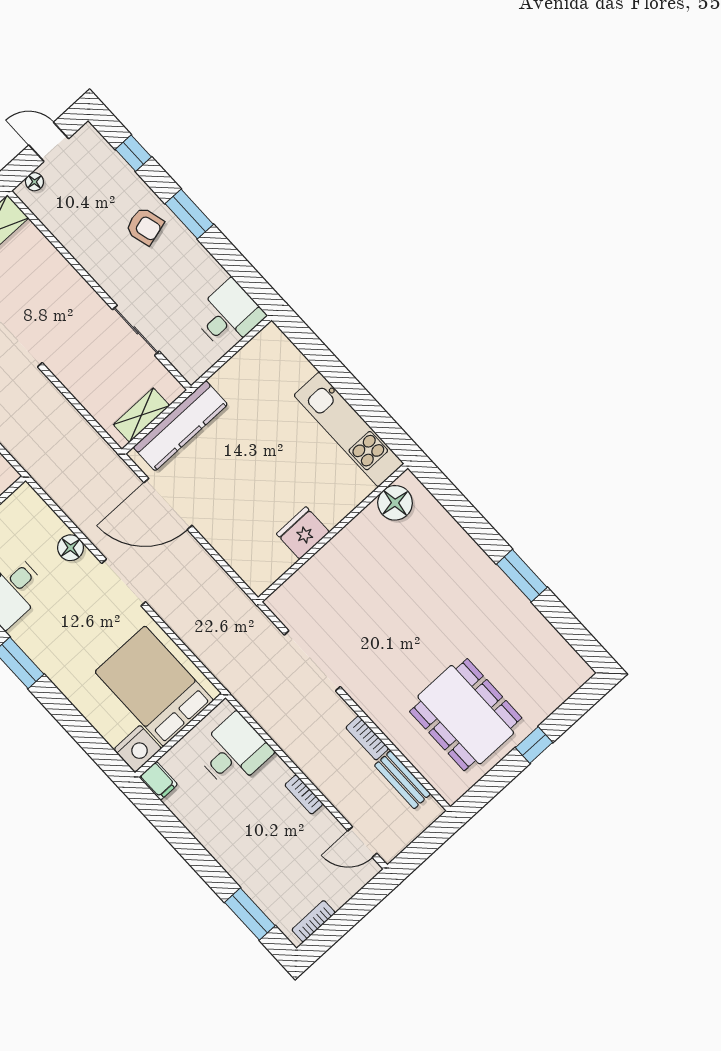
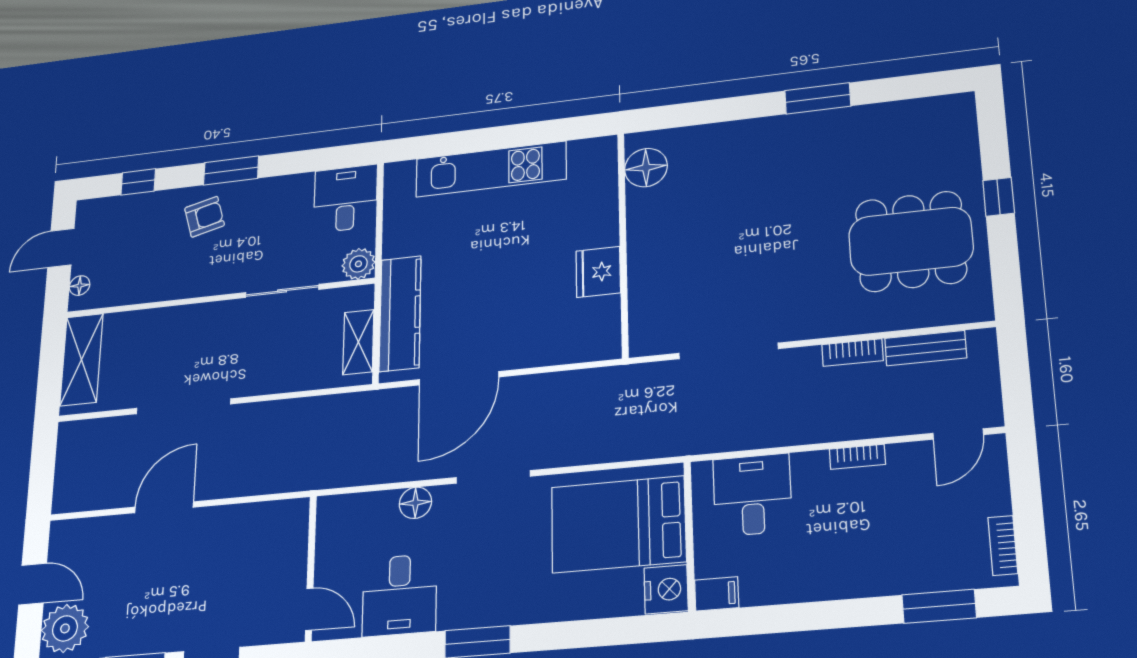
plant: (192, 366) -> (358, 264), added
kitchen unit: (349, 429) -> (491, 169), moved

